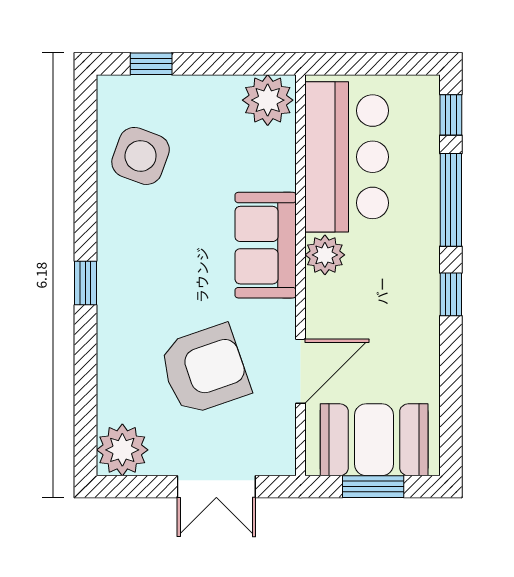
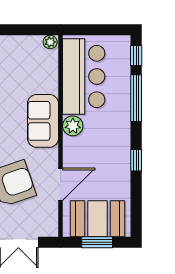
plant: (268, 100) -> (50, 42), width x0.53, depth x0.53
window: (451, 294) -> (136, 160), moved

